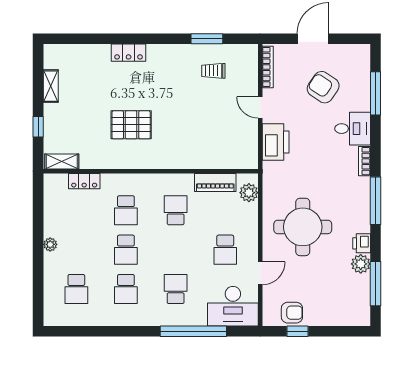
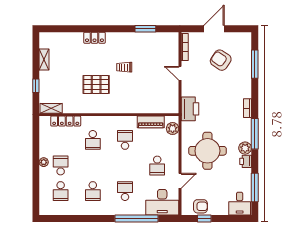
trolley: (213, 71) -> (124, 67), moved
desk: (353, 129) -> (240, 204), moved, turned 90
printer: (276, 142) -> (190, 109), moved
locker: (84, 181) -> (66, 121), width x1.53
school desk: (126, 250) -> (61, 165), moved, turned 180
plant: (361, 264) -> (245, 148), moved

